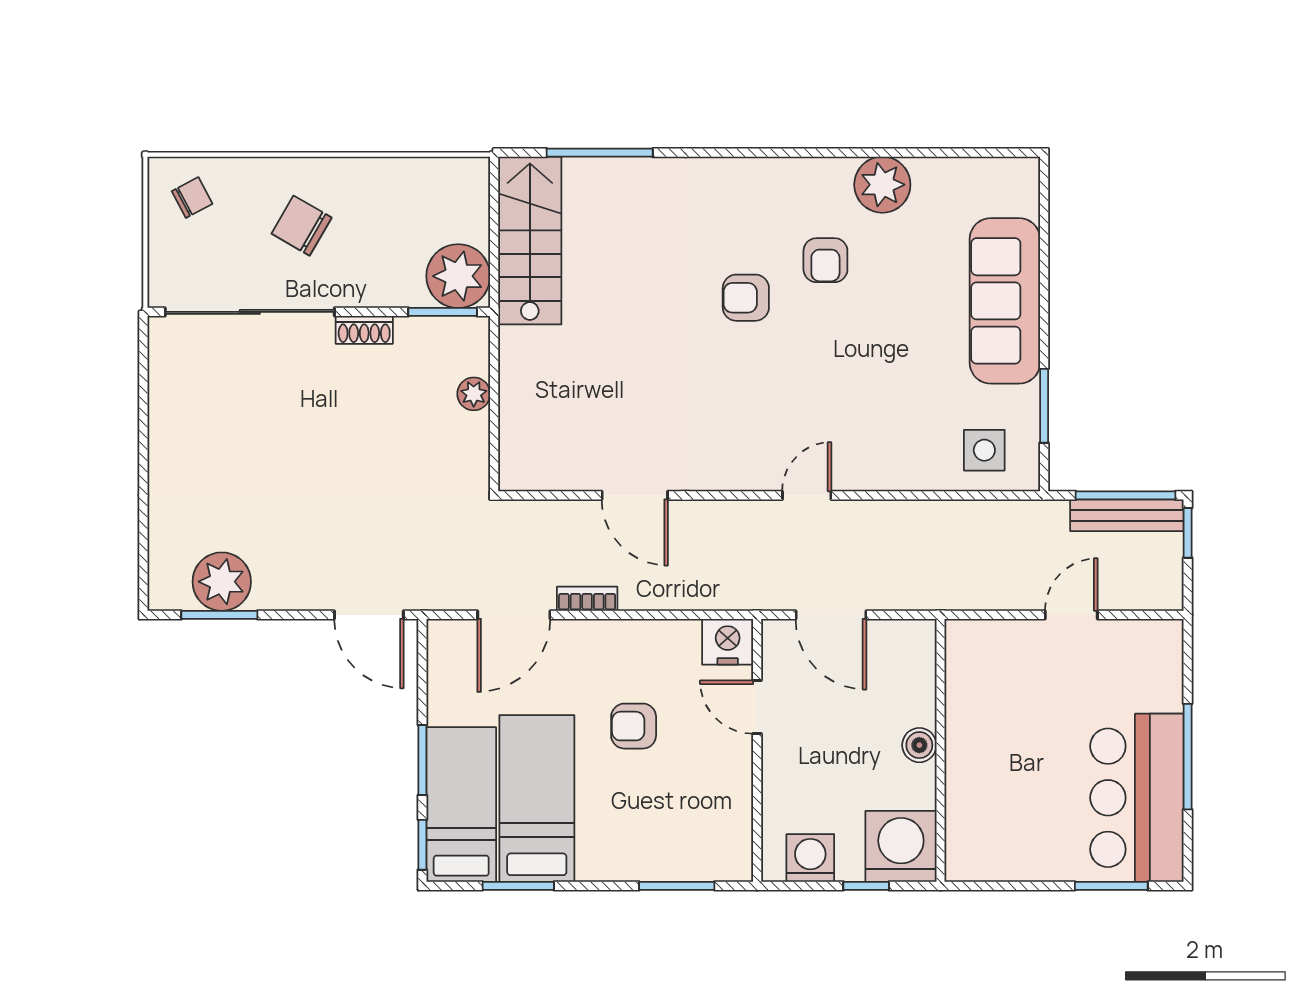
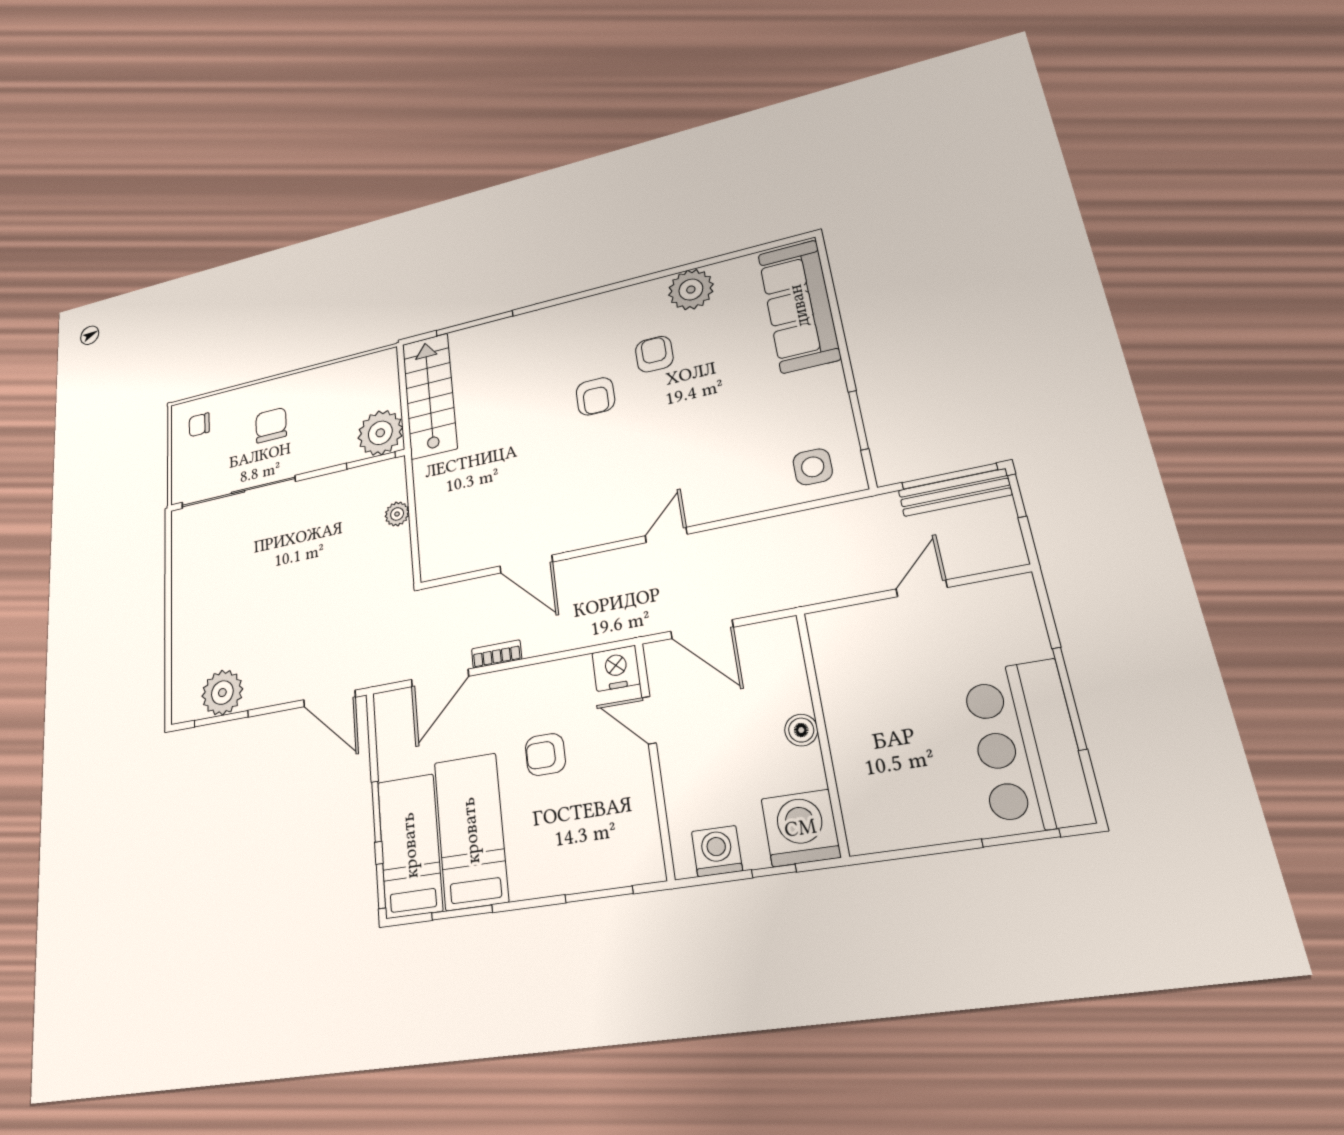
chair: (192, 198) -> (199, 425), turned -152
chair: (302, 226) -> (271, 425), turned 60
armchair: (825, 260) -> (654, 354), turned 180
armchair: (746, 298) -> (595, 396), turned -90
sofa: (1005, 301) -> (799, 306), moved
shoe rack: (364, 330) -> (316, 486), removed

